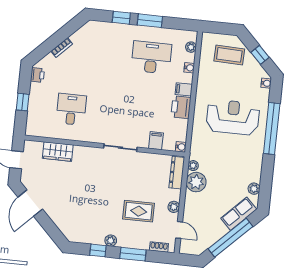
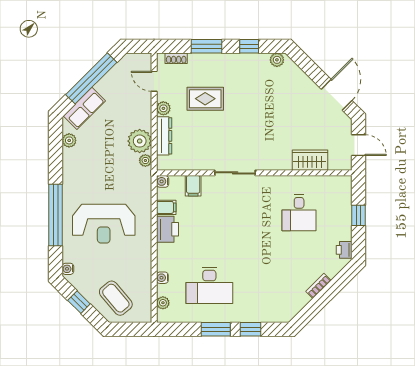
coffee table: (229, 55) -> (116, 298), turned 48
filing cabinet: (184, 89) -> (166, 207), moved
dresser: (177, 173) -> (164, 136), moved
plant: (111, 241) -> (277, 60), moved

